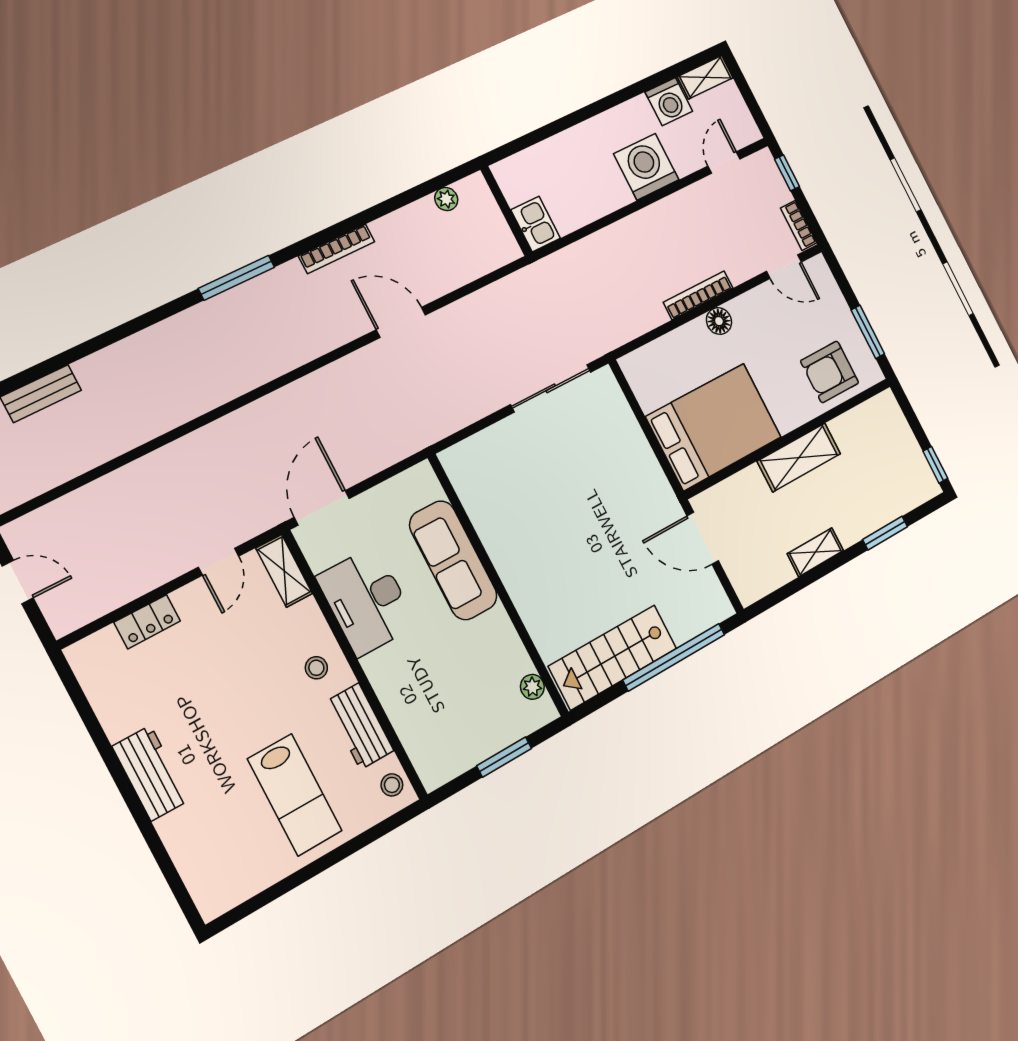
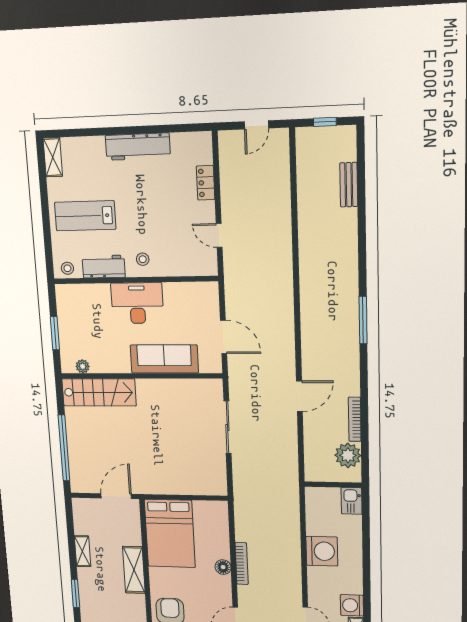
washing machine: (646, 167) -> (322, 551), moved
plant: (446, 199) -> (348, 455), width x1.88, depth x1.88
kitchen sink: (536, 224) -> (352, 501), moved, turned 90
bookcase: (337, 249) -> (355, 419), moved
sliding door: (551, 388) -> (227, 427), moved
door: (322, 508) -> (224, 337), moved
shelving: (284, 571) -> (53, 157), moved, turned 90
desk: (367, 601) -> (137, 303), moved
stairs: (613, 657) -> (99, 392), moved, turned 90
workbench: (151, 773) -> (138, 147), width x1.38

